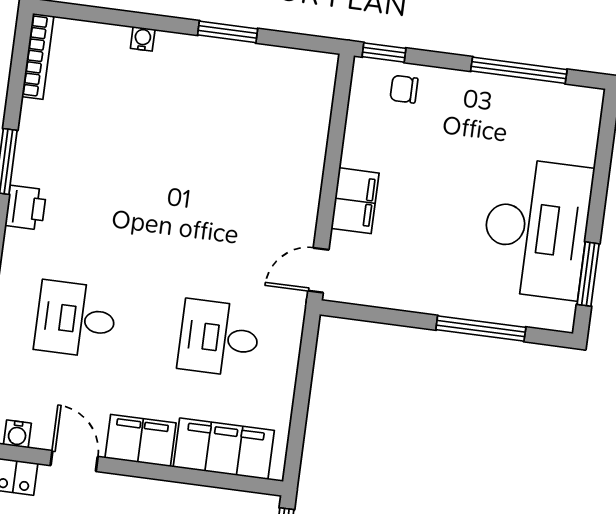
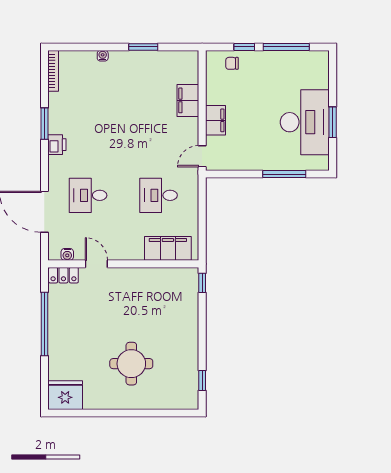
window: (384, 52) -> (244, 47), moved
window: (588, 274) -> (333, 122), moved
filing cabinet: (141, 440) -> (188, 100), moved, turned -90

